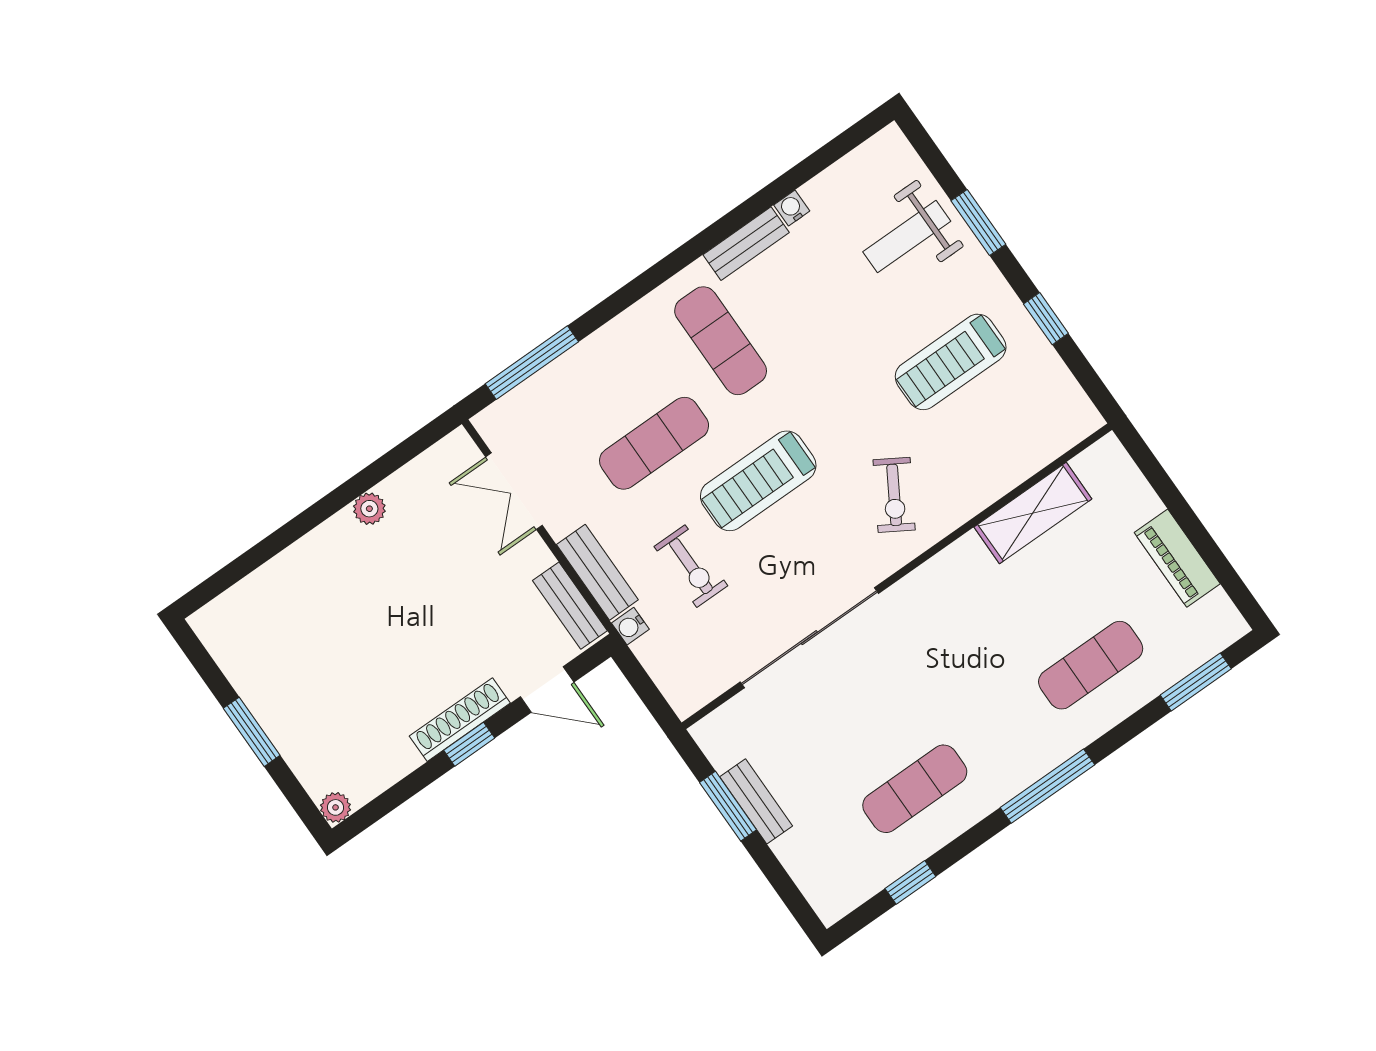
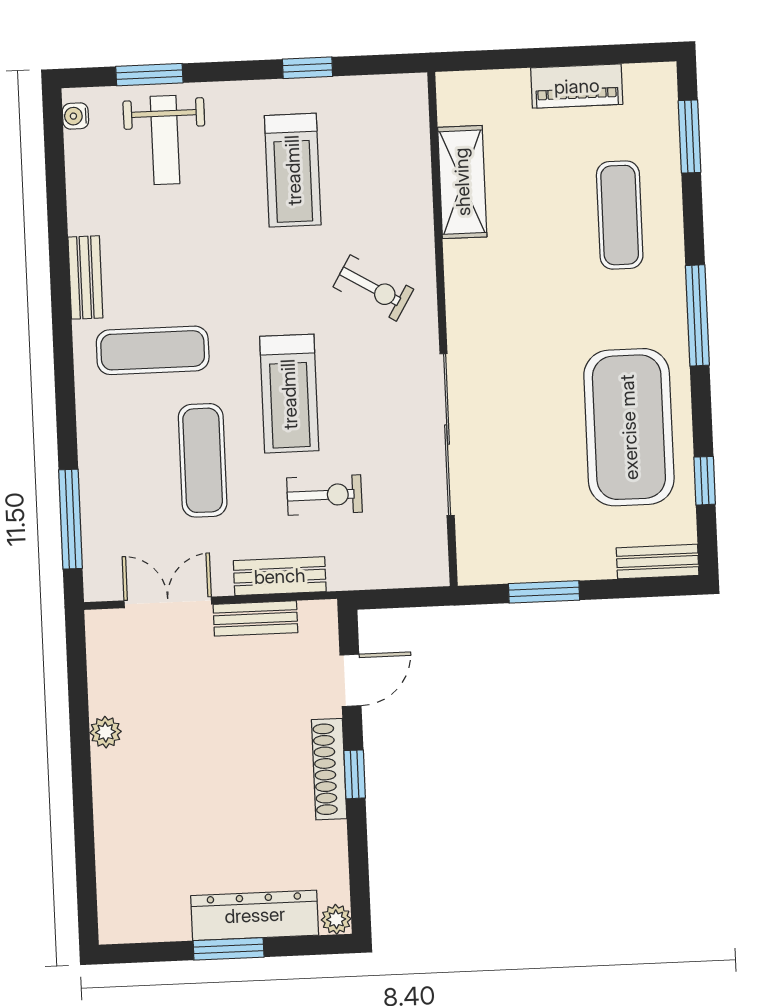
water cooler: (792, 208) -> (75, 116), moved
window: (978, 223) -> (149, 75), moved
double door: (514, 491) -> (168, 602), swing flipped
bench: (570, 606) -> (255, 618), moved
water cooler: (630, 626) -> (342, 577), removed
dresser: (294, 736) -> (255, 915), added
exercise mat: (915, 789) -> (629, 427), width x2.00, depth x1.45
bench: (756, 801) -> (658, 562), moved

